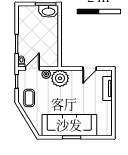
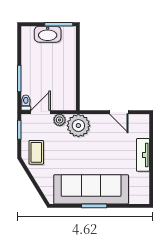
washbasin: (49, 11) -> (48, 34), moved
door: (90, 68) -> (119, 112), hinge flipped
tv unit: (107, 88) -> (143, 155), moved

